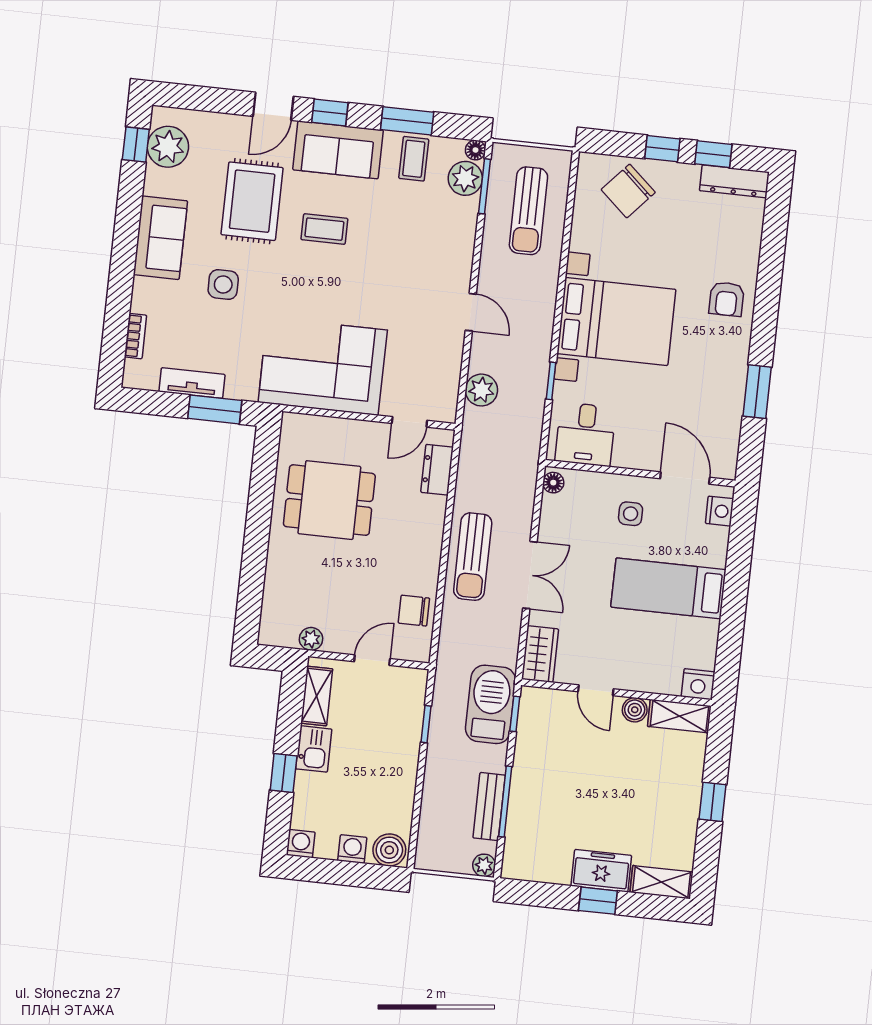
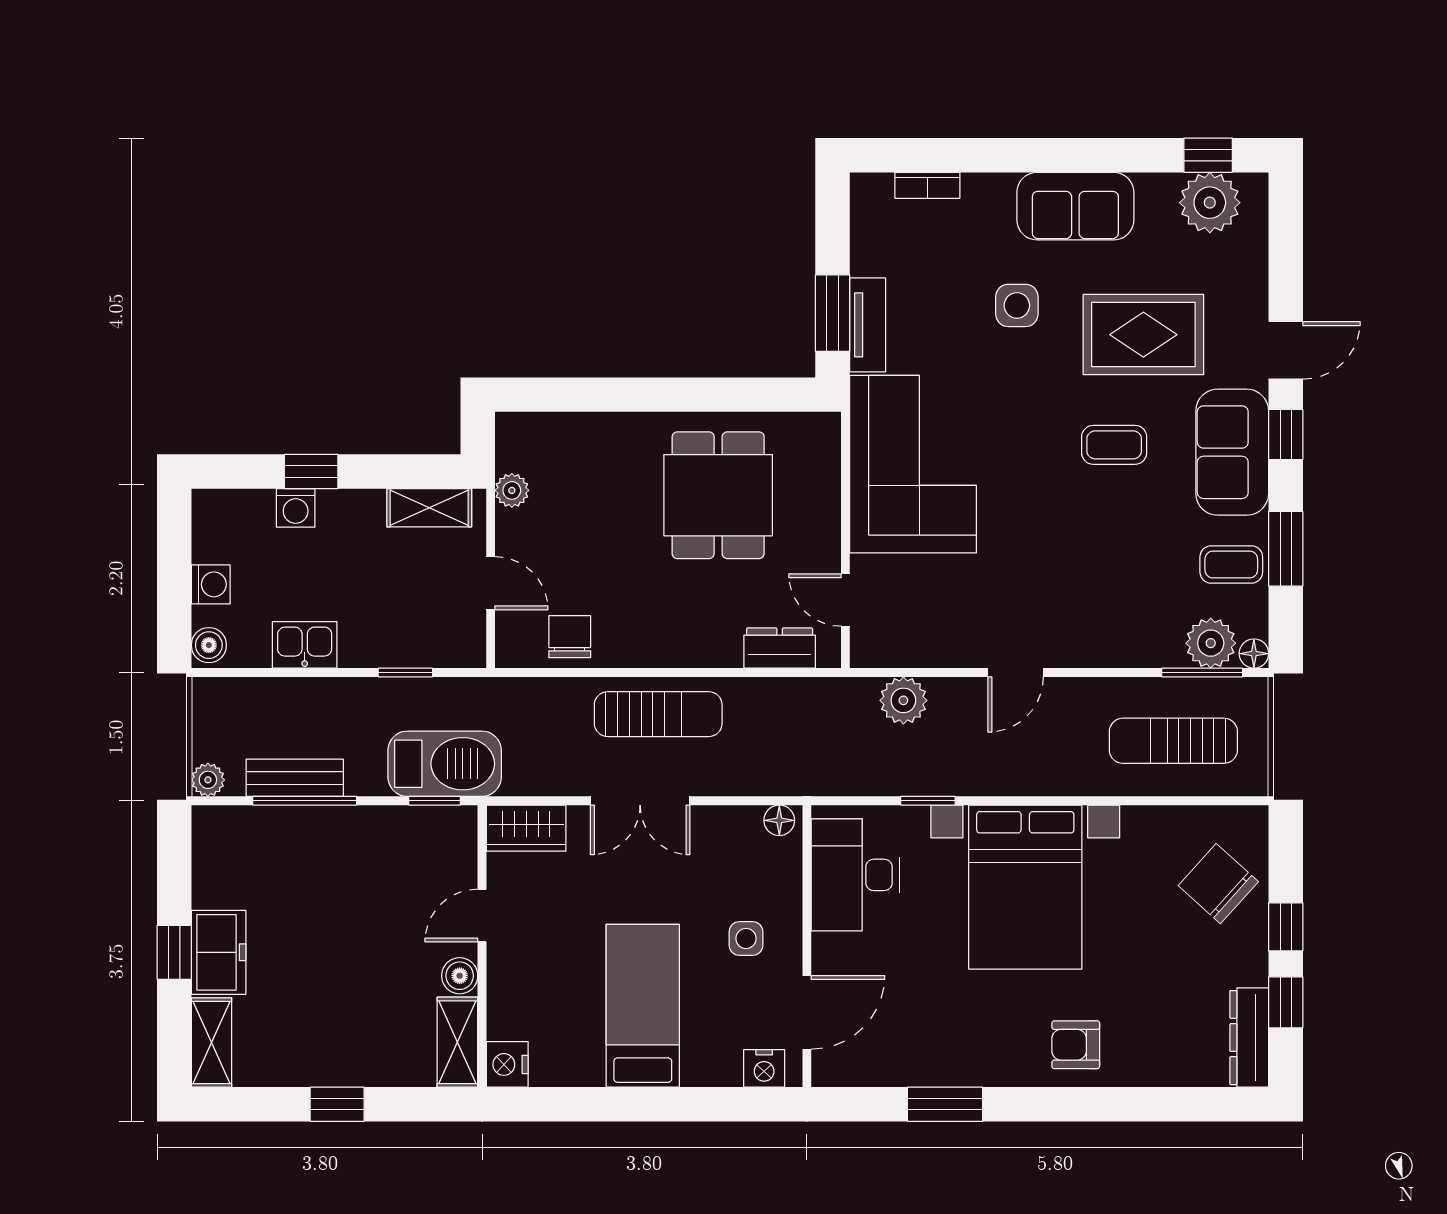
door: (273, 106) -> (1286, 350), swing flipped
coffee table: (324, 229) -> (1114, 445), turned 90
tv unit: (192, 383) -> (868, 325), moved
desk: (585, 434) -> (855, 875), width x1.37
sun lounger: (473, 557) -> (658, 714), turned 180
kitchen sink: (314, 749) -> (305, 645), moved, turned 180
washing machine: (301, 844) -> (296, 508), moved, turned 90
boiler: (389, 850) -> (209, 645), width x0.73, depth x0.73

